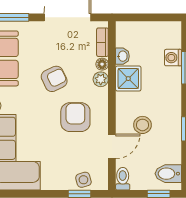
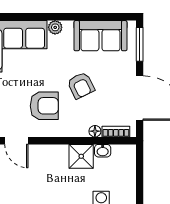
plant: (101, 79) -> (81, 130), removed
stool: (142, 125) -> (37, 170), removed

